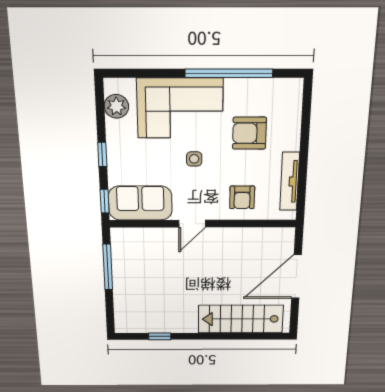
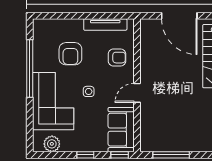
door: (192, 224) -> (137, 93), swing flipped

